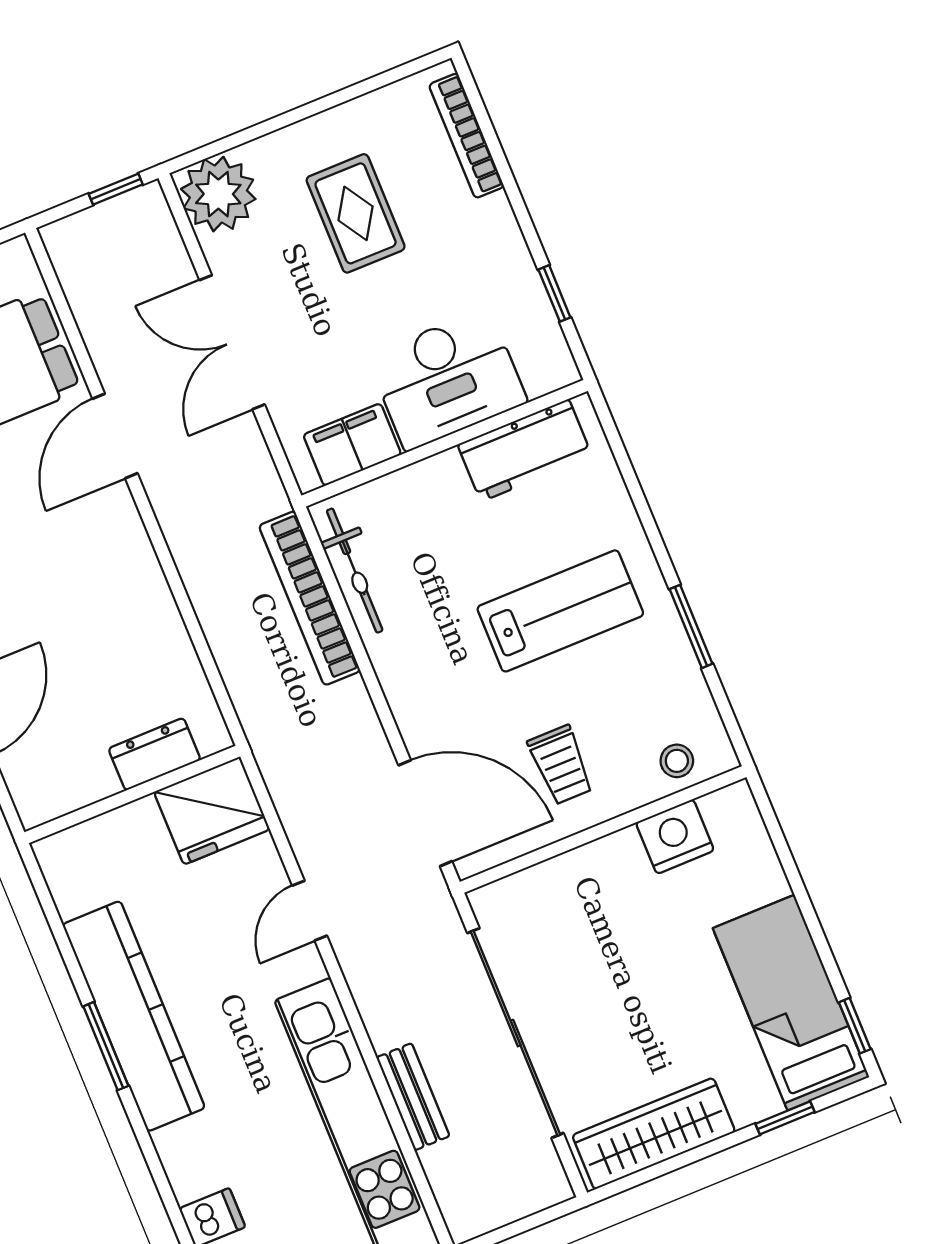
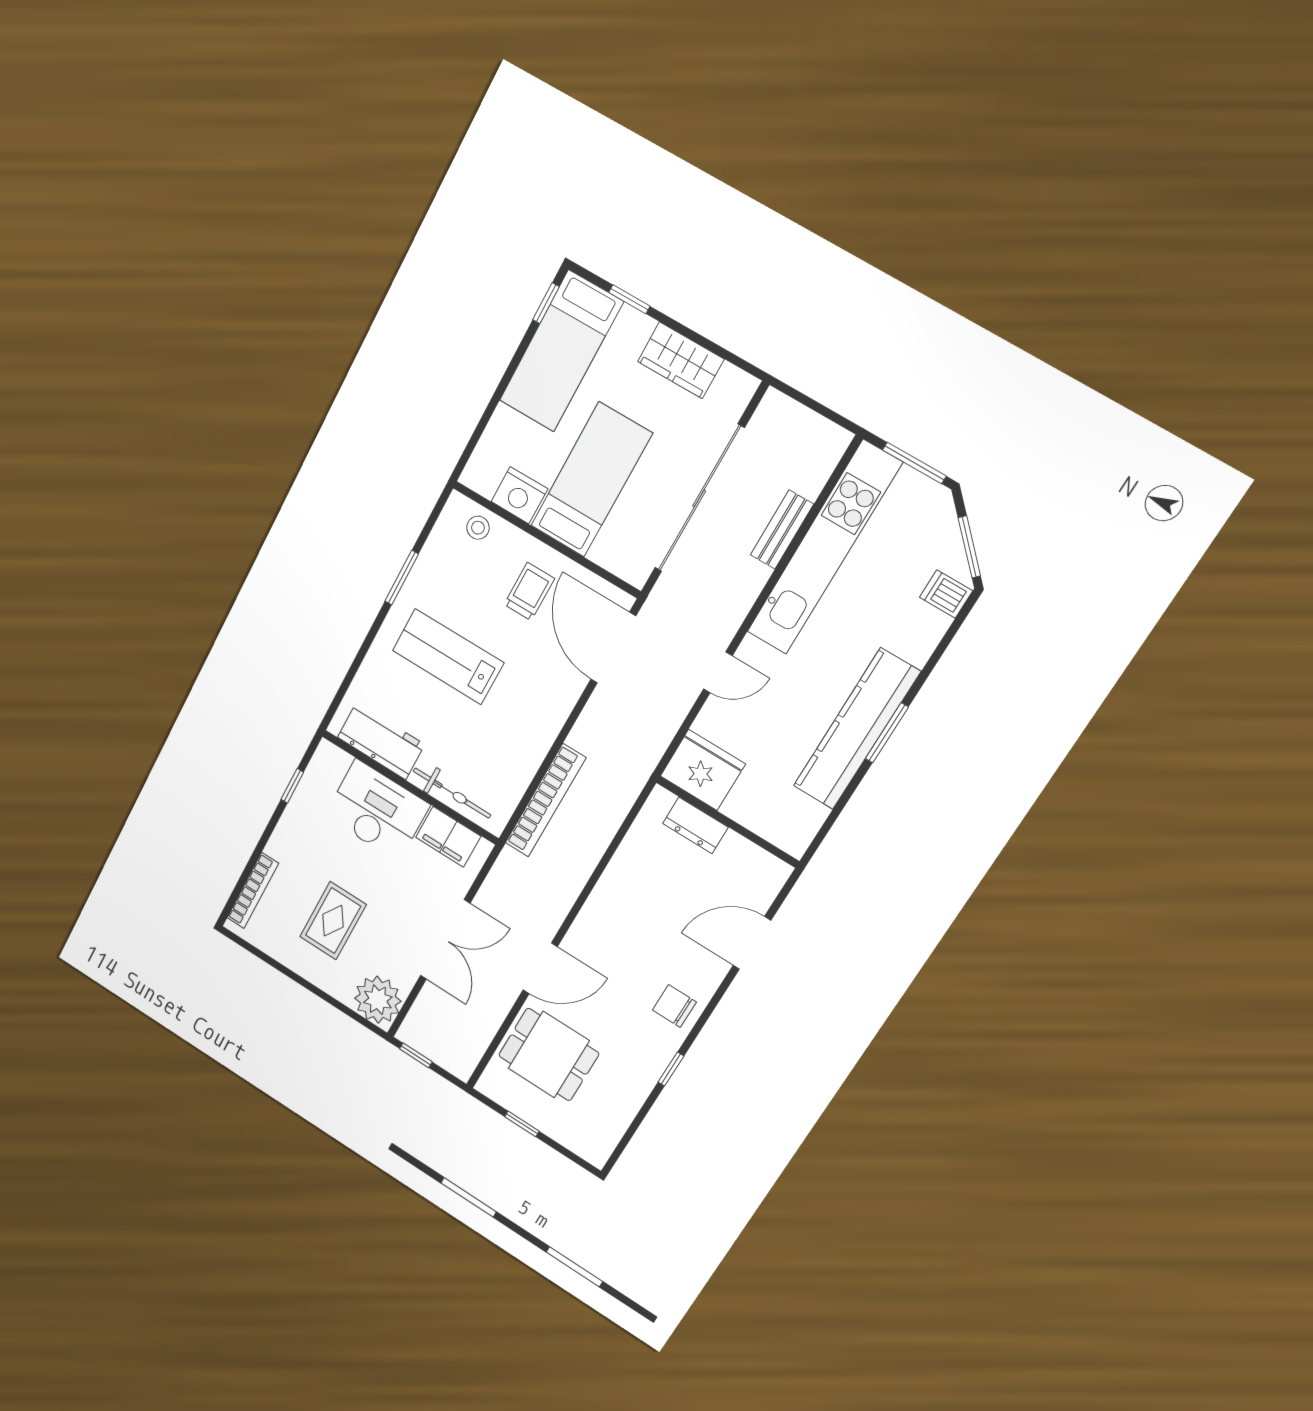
bicycle: (355, 571) -> (452, 793), moved, turned 90
bed: (628, 930) -> (591, 480), added
wardrobe: (654, 1134) -> (681, 360), width x0.67

